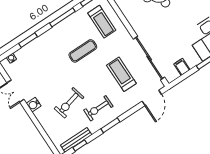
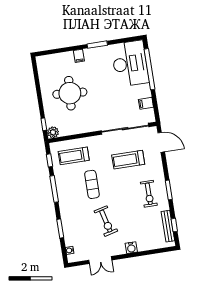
treadmill: (102, 22) -> (74, 156), turned 180
exercise bike: (69, 103) -> (106, 221), moved
water cooler: (34, 105) -> (131, 248), moved

